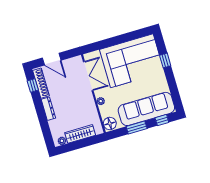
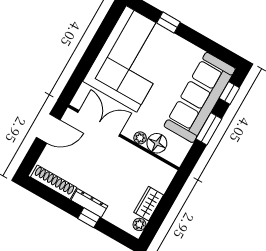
door: (52, 59) -> (48, 129), moved
window: (33, 85) -> (89, 218), moved
floor lamp: (110, 123) -> (157, 143), moved
wardrobe: (80, 134) -> (149, 204), width x0.67

